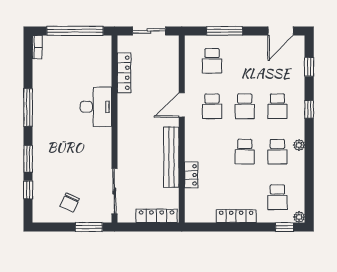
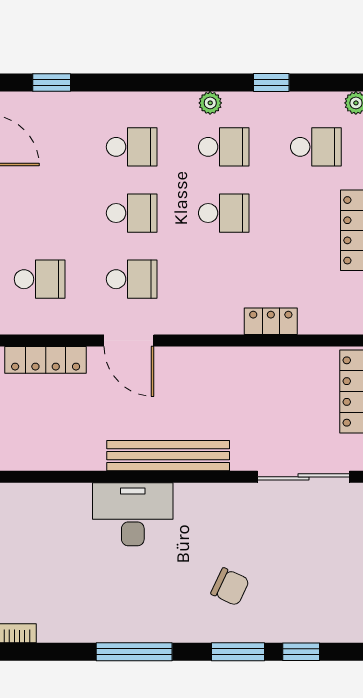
locker: (124, 73) -> (46, 360), moved, turned 180
window: (309, 109) -> (271, 83), moved
bench: (171, 157) -> (168, 456), moved
chair: (70, 202) -> (230, 587), moved

